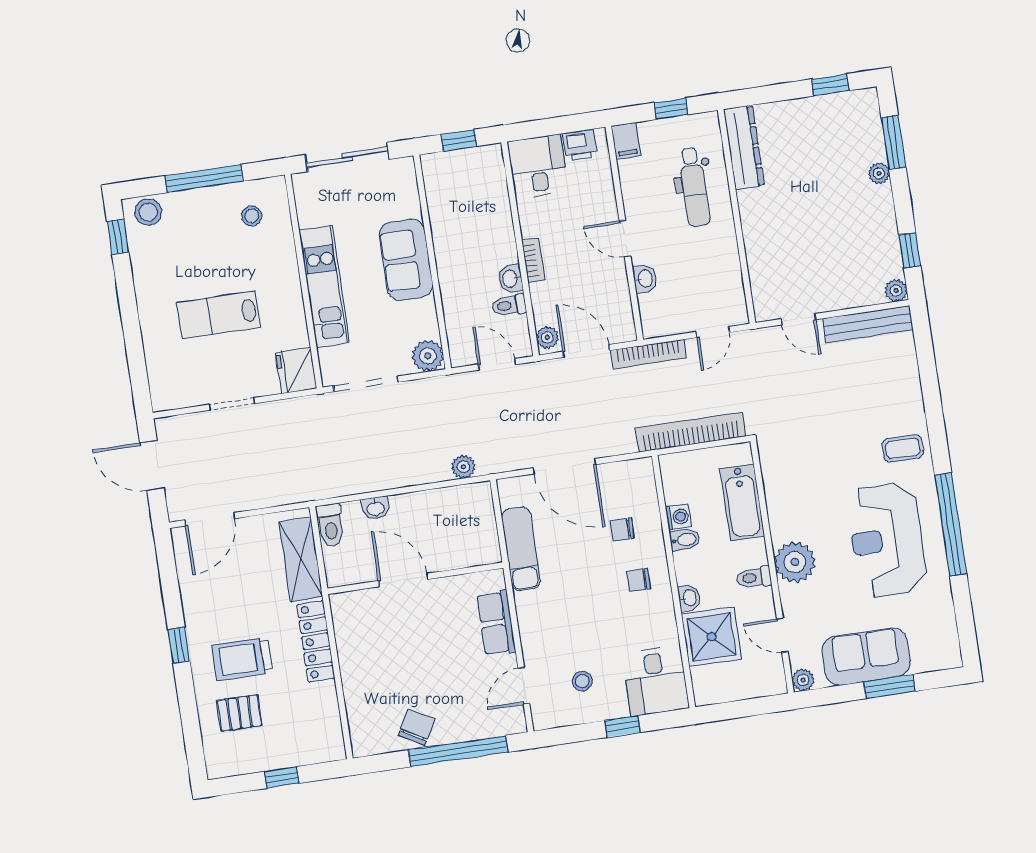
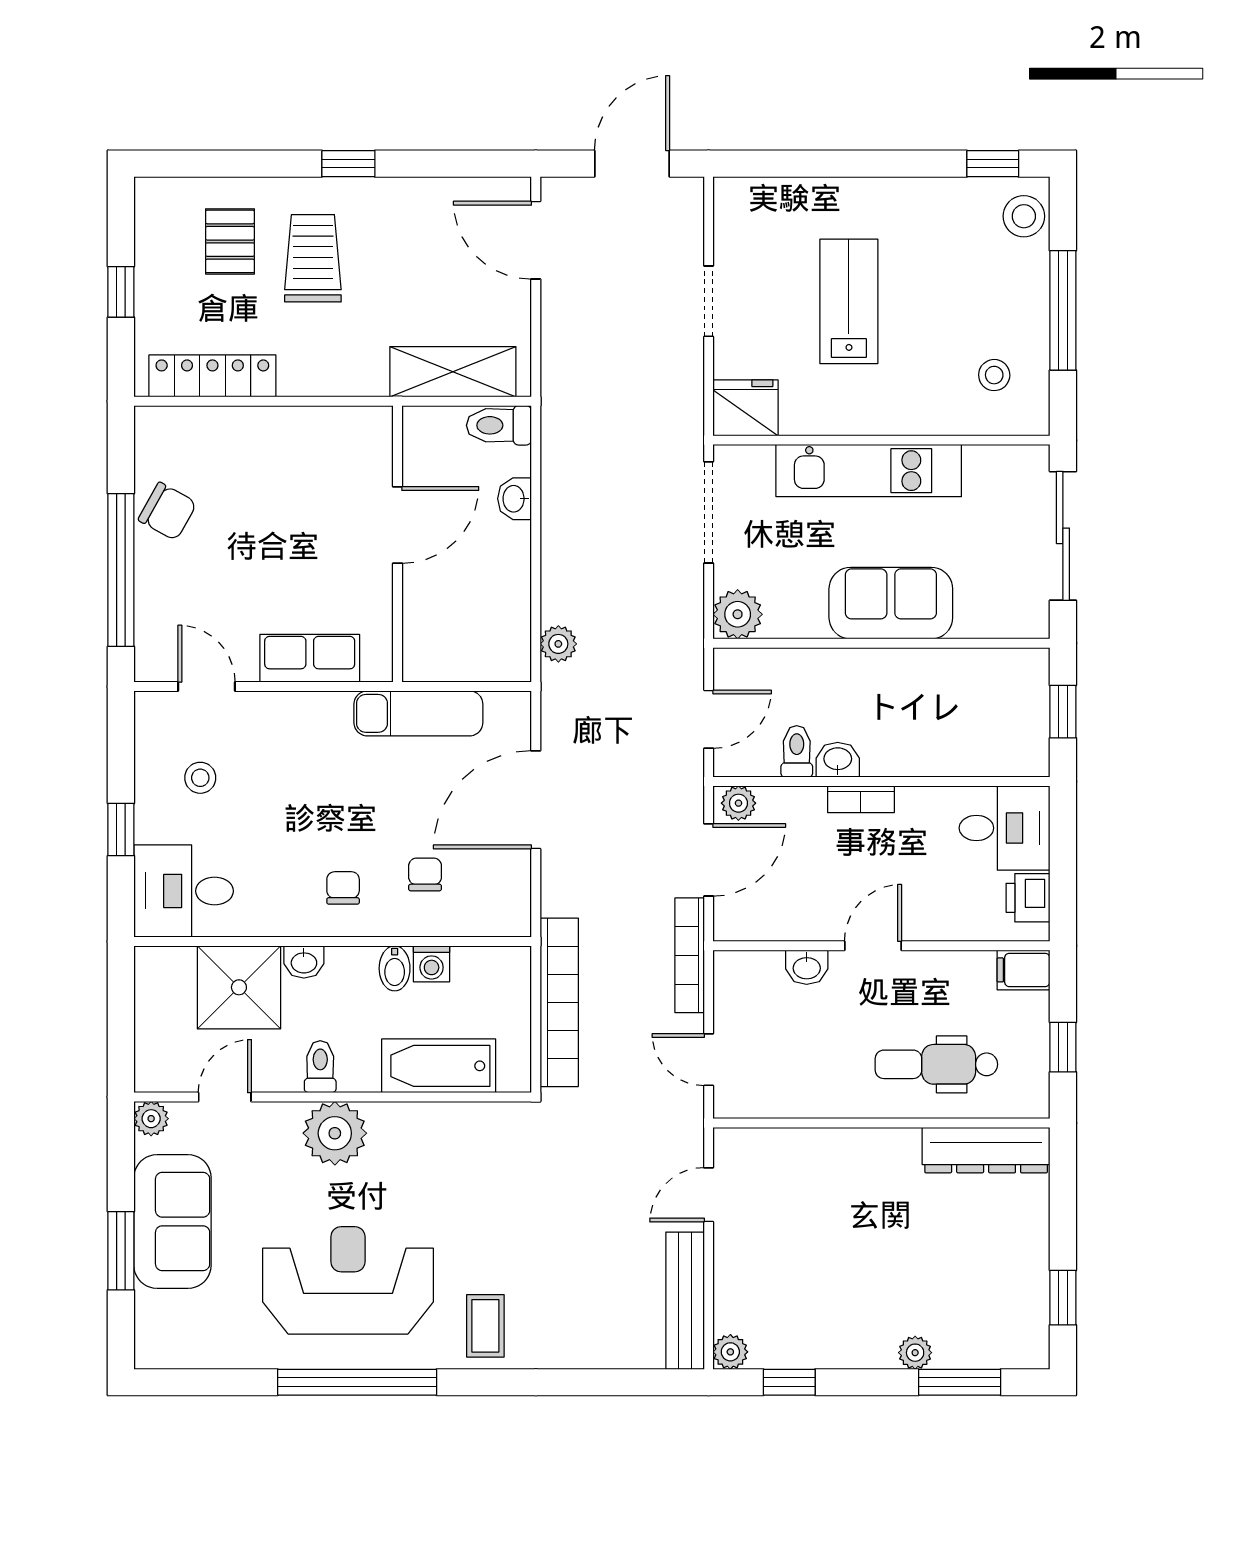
locker: (316, 641) -> (212, 376), moved

